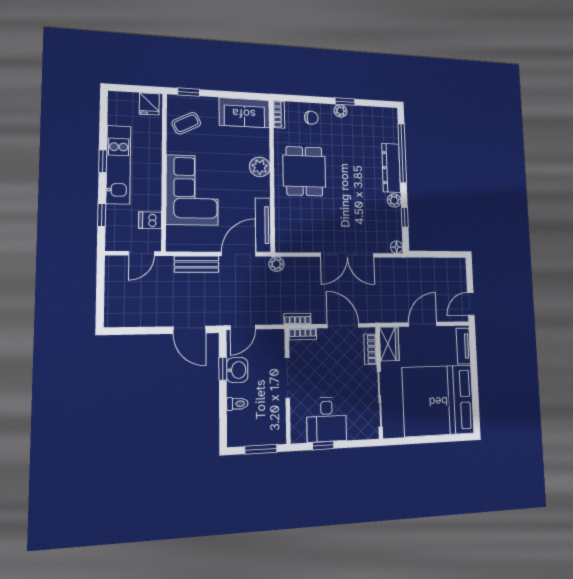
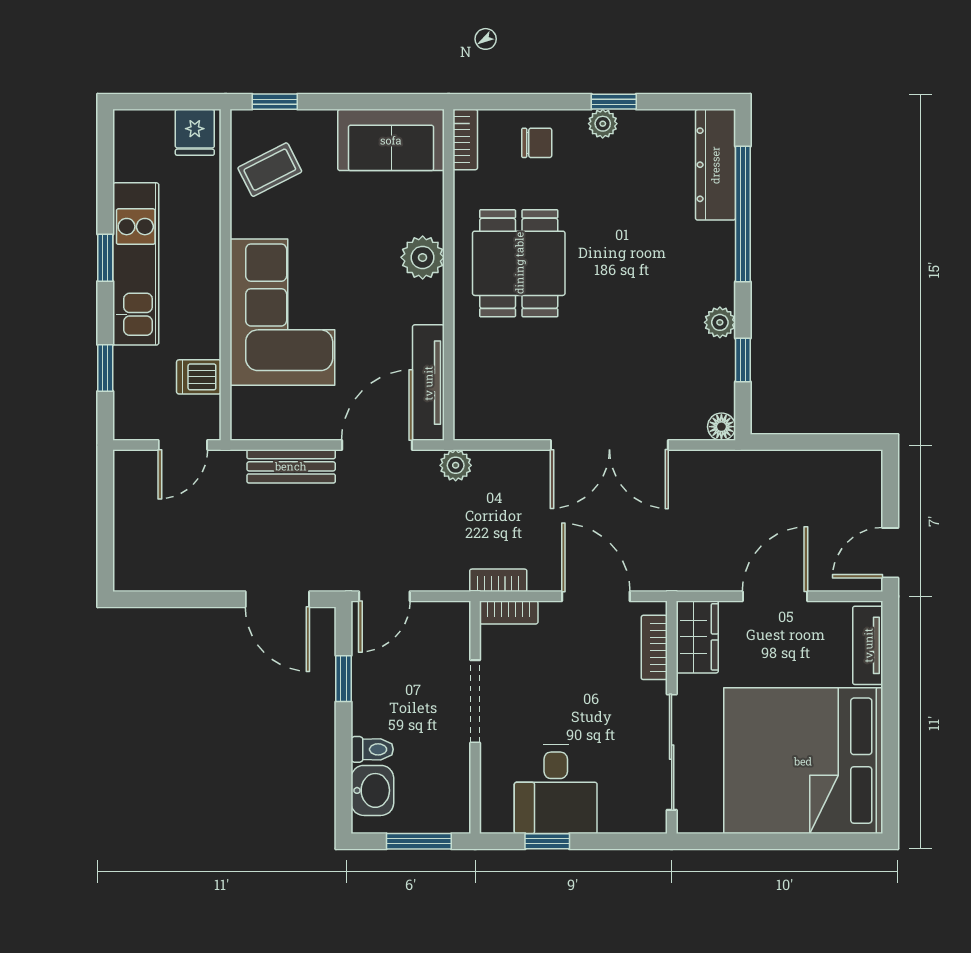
dresser: (391, 168) -> (715, 165), moved
washbasin: (237, 370) -> (372, 790), moved

